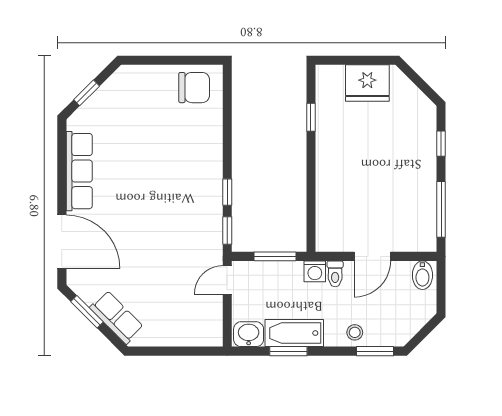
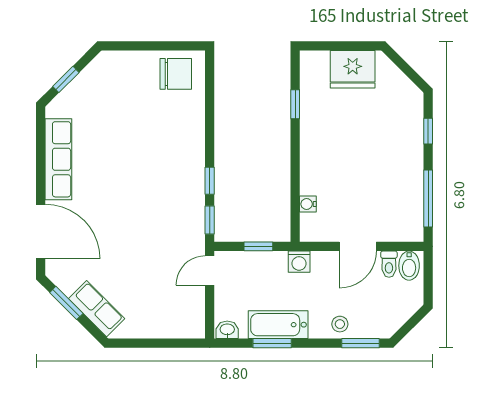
water cooler: (323, 215) -> (308, 204), added
window: (275, 256) -> (258, 246), width x0.67
toilet: (335, 274) -> (389, 264), moved
washbasin: (249, 334) -> (227, 330), width x0.72, depth x0.69

